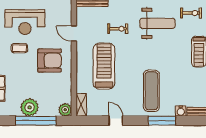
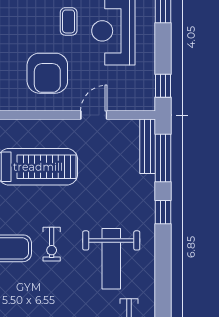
exercise bike: (118, 29) -> (52, 244), moved

